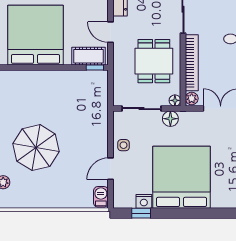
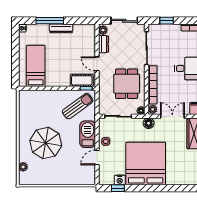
bed: (35, 35) -> (36, 66), width x0.49
sun lounger: (82, 94) -> (78, 106), added
floor lamp: (170, 119) -> (149, 123), moved
barbecue: (101, 197) -> (88, 134), moved, width x1.88, depth x1.53

